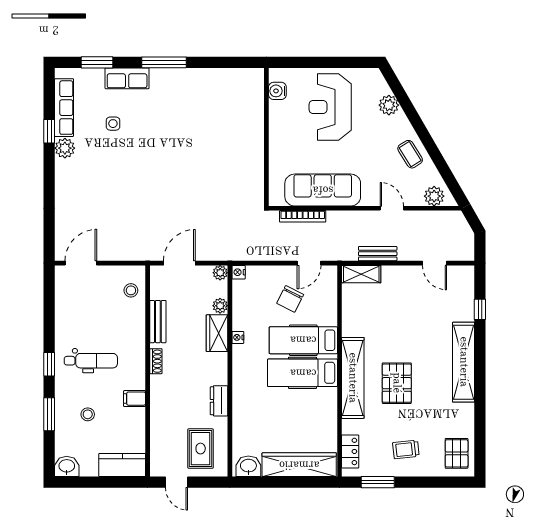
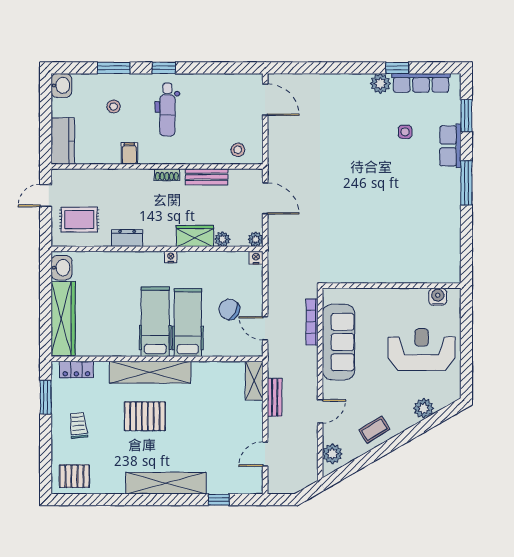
nightstand: (238, 337) -> (171, 257), moved

